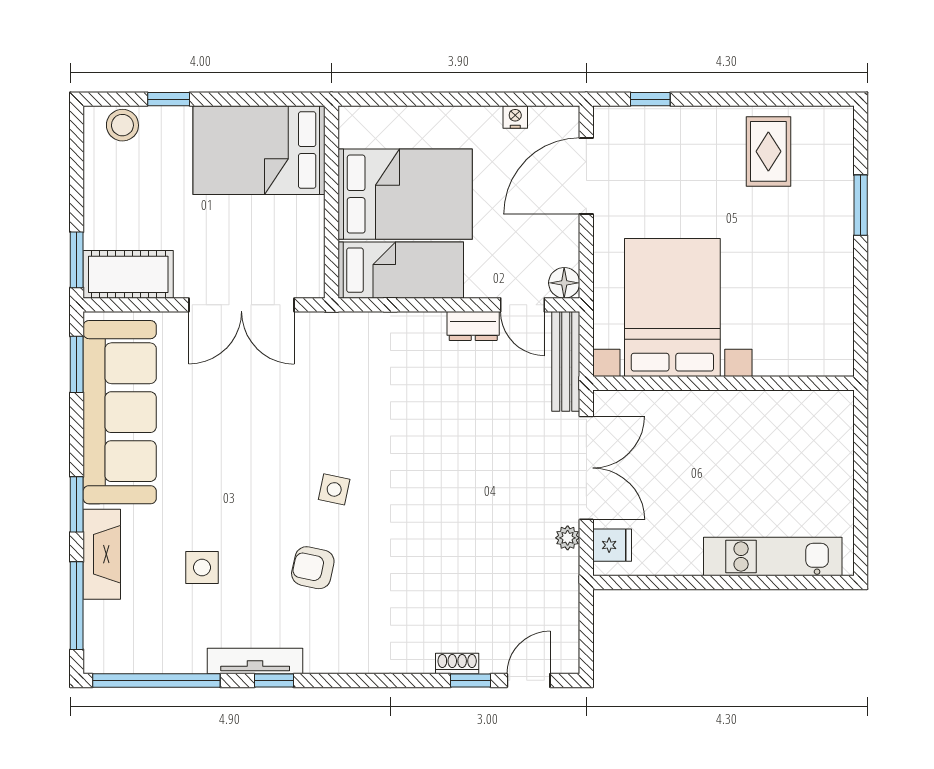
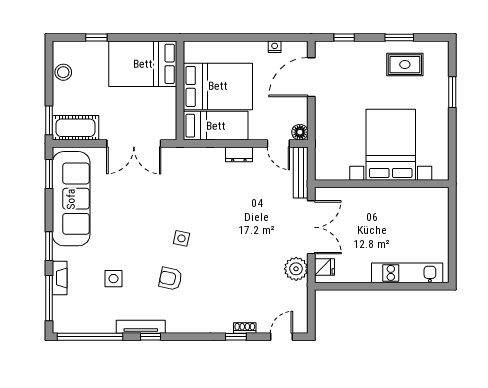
window: (757, 99) -> (399, 38), added
stool: (122, 125) -> (63, 72), moved
rug: (768, 151) -> (405, 65), turned 90
bed with nightstands: (672, 308) -> (391, 145), moved
dresser: (473, 326) -> (239, 154), moved
plant: (568, 538) -> (296, 269), width x1.87, depth x1.87
fireplace: (102, 554) -> (60, 278), width x0.73, depth x0.76
window: (471, 680) -> (236, 337), moved

